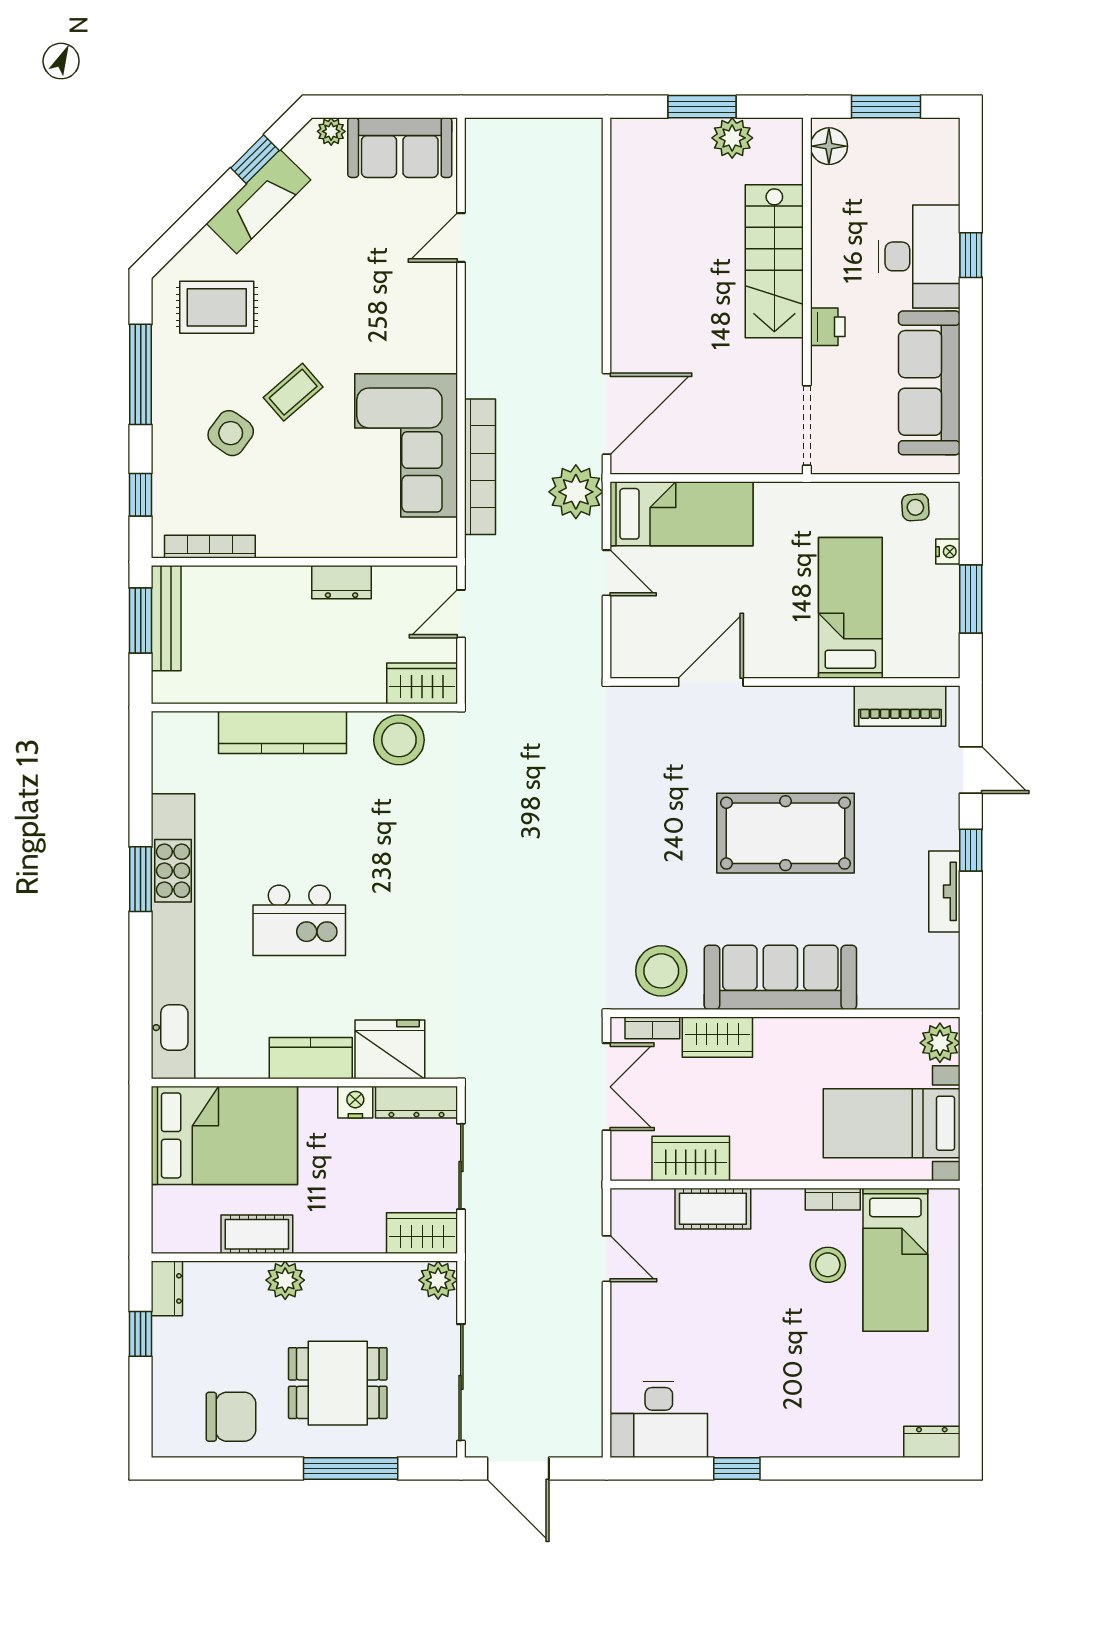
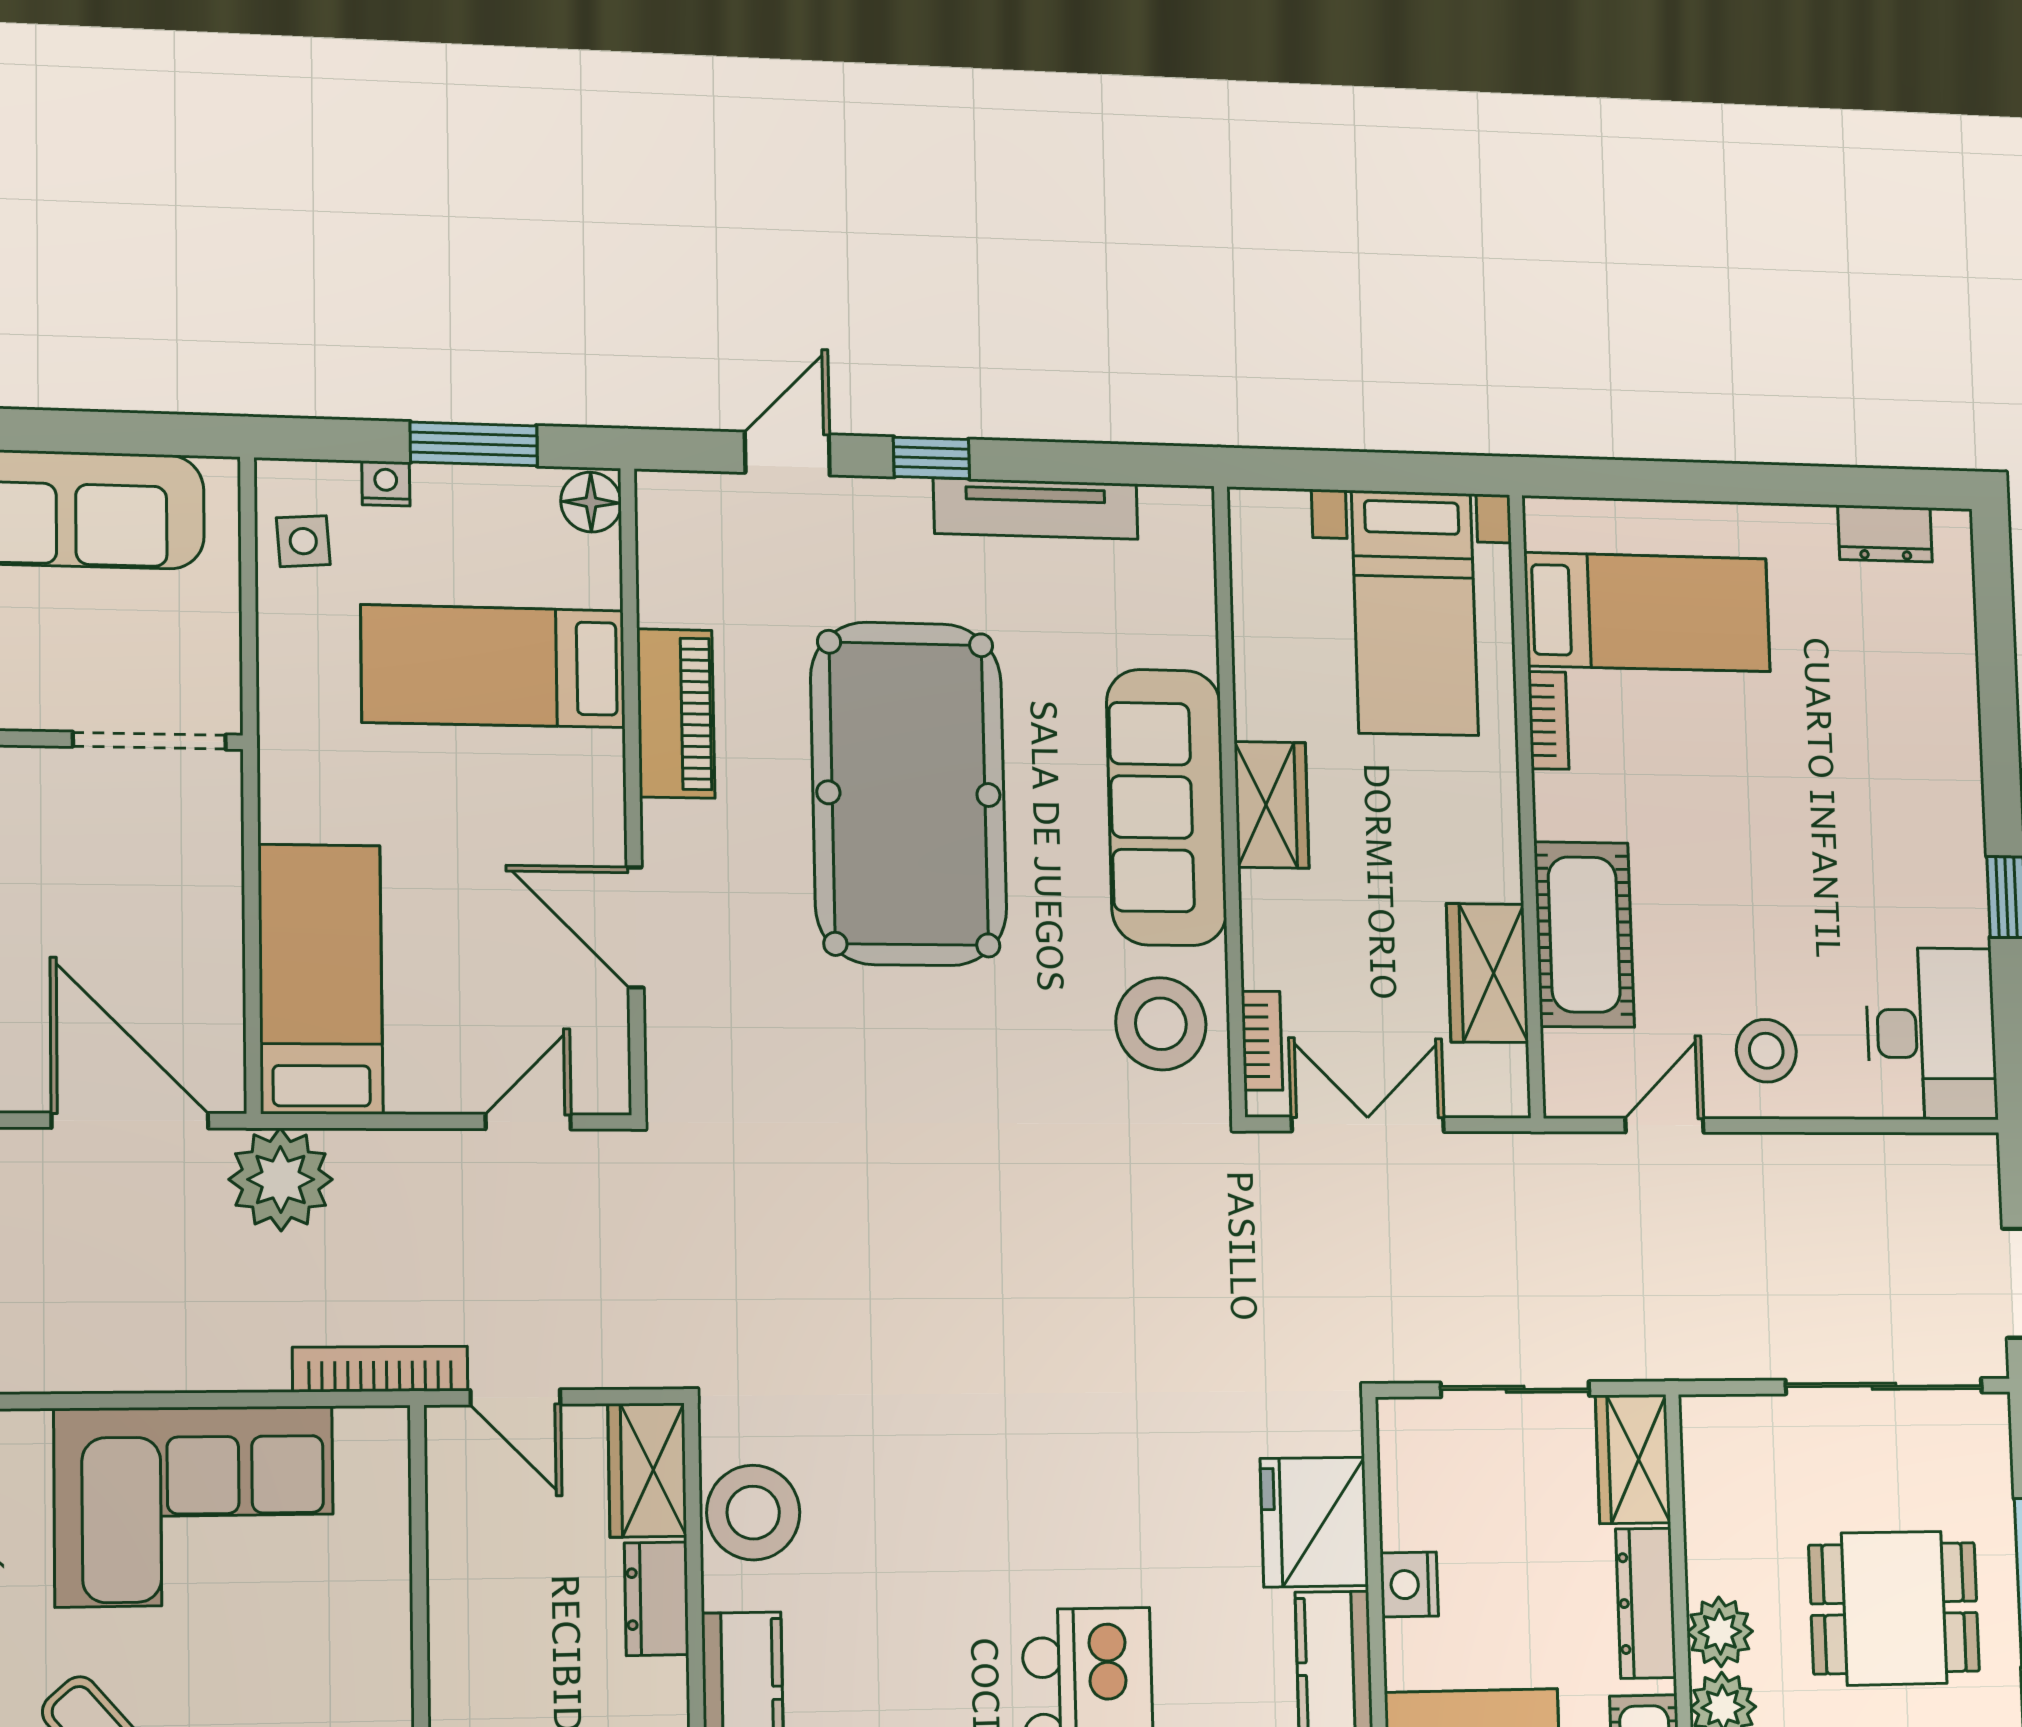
bookcase: (480, 467) -> (380, 1369), moved, width x0.68, depth x0.76
door: (607, 573) -> (528, 1122), moved
dresser: (342, 582) -> (657, 1599), moved, turned 180
floor lamp: (941, 662) -> (591, 502), added
piano: (900, 706) -> (676, 714), moved
pool table: (786, 833) -> (909, 794), width x1.36, depth x1.32
tv unit: (944, 891) -> (1036, 509), width x1.41
wardrobe: (717, 1037) -> (1272, 805), moved
plant: (940, 1043) -> (1273, 523), removed
dresser: (416, 1102) -> (1646, 1603), moved, turned 180
cot: (713, 1209) -> (1584, 935), width x1.37, depth x1.34
stool: (828, 1265) -> (1766, 1051), moved
plant: (438, 1280) -> (1720, 1632), moved
dining table: (338, 1383) -> (1894, 1608), turned 90
dresser: (932, 1442) -> (1885, 534), moved, turned -90

